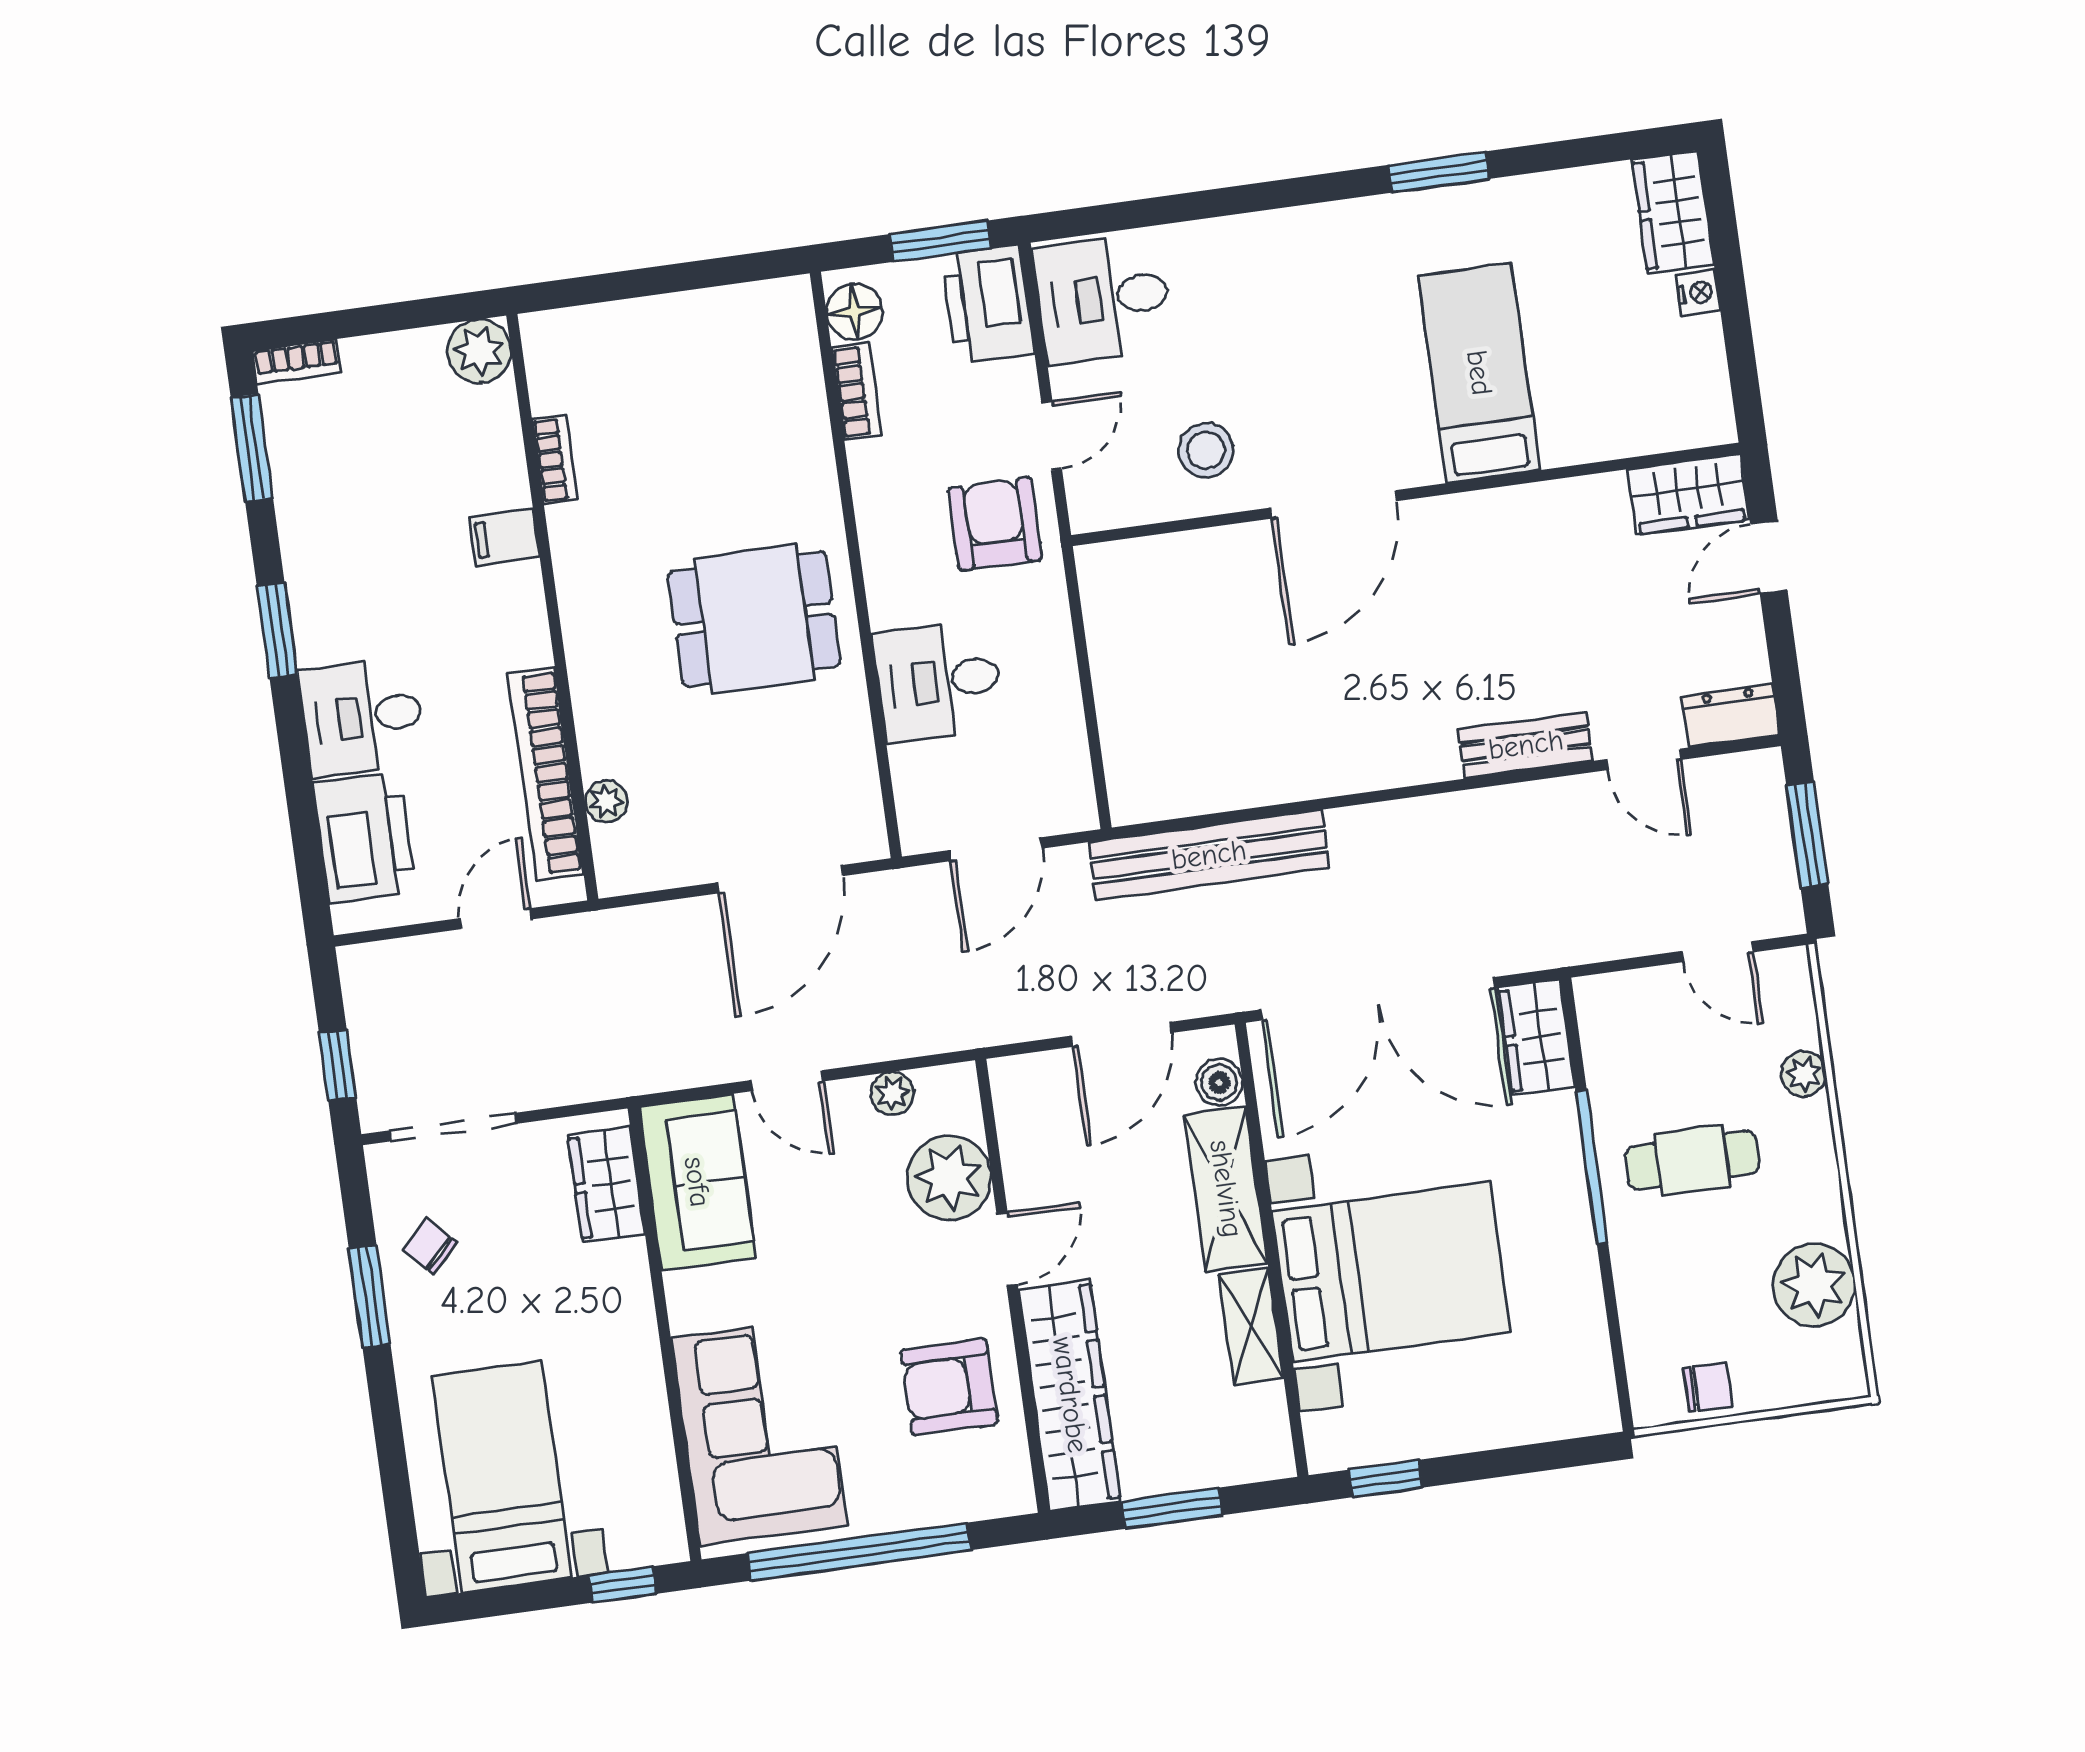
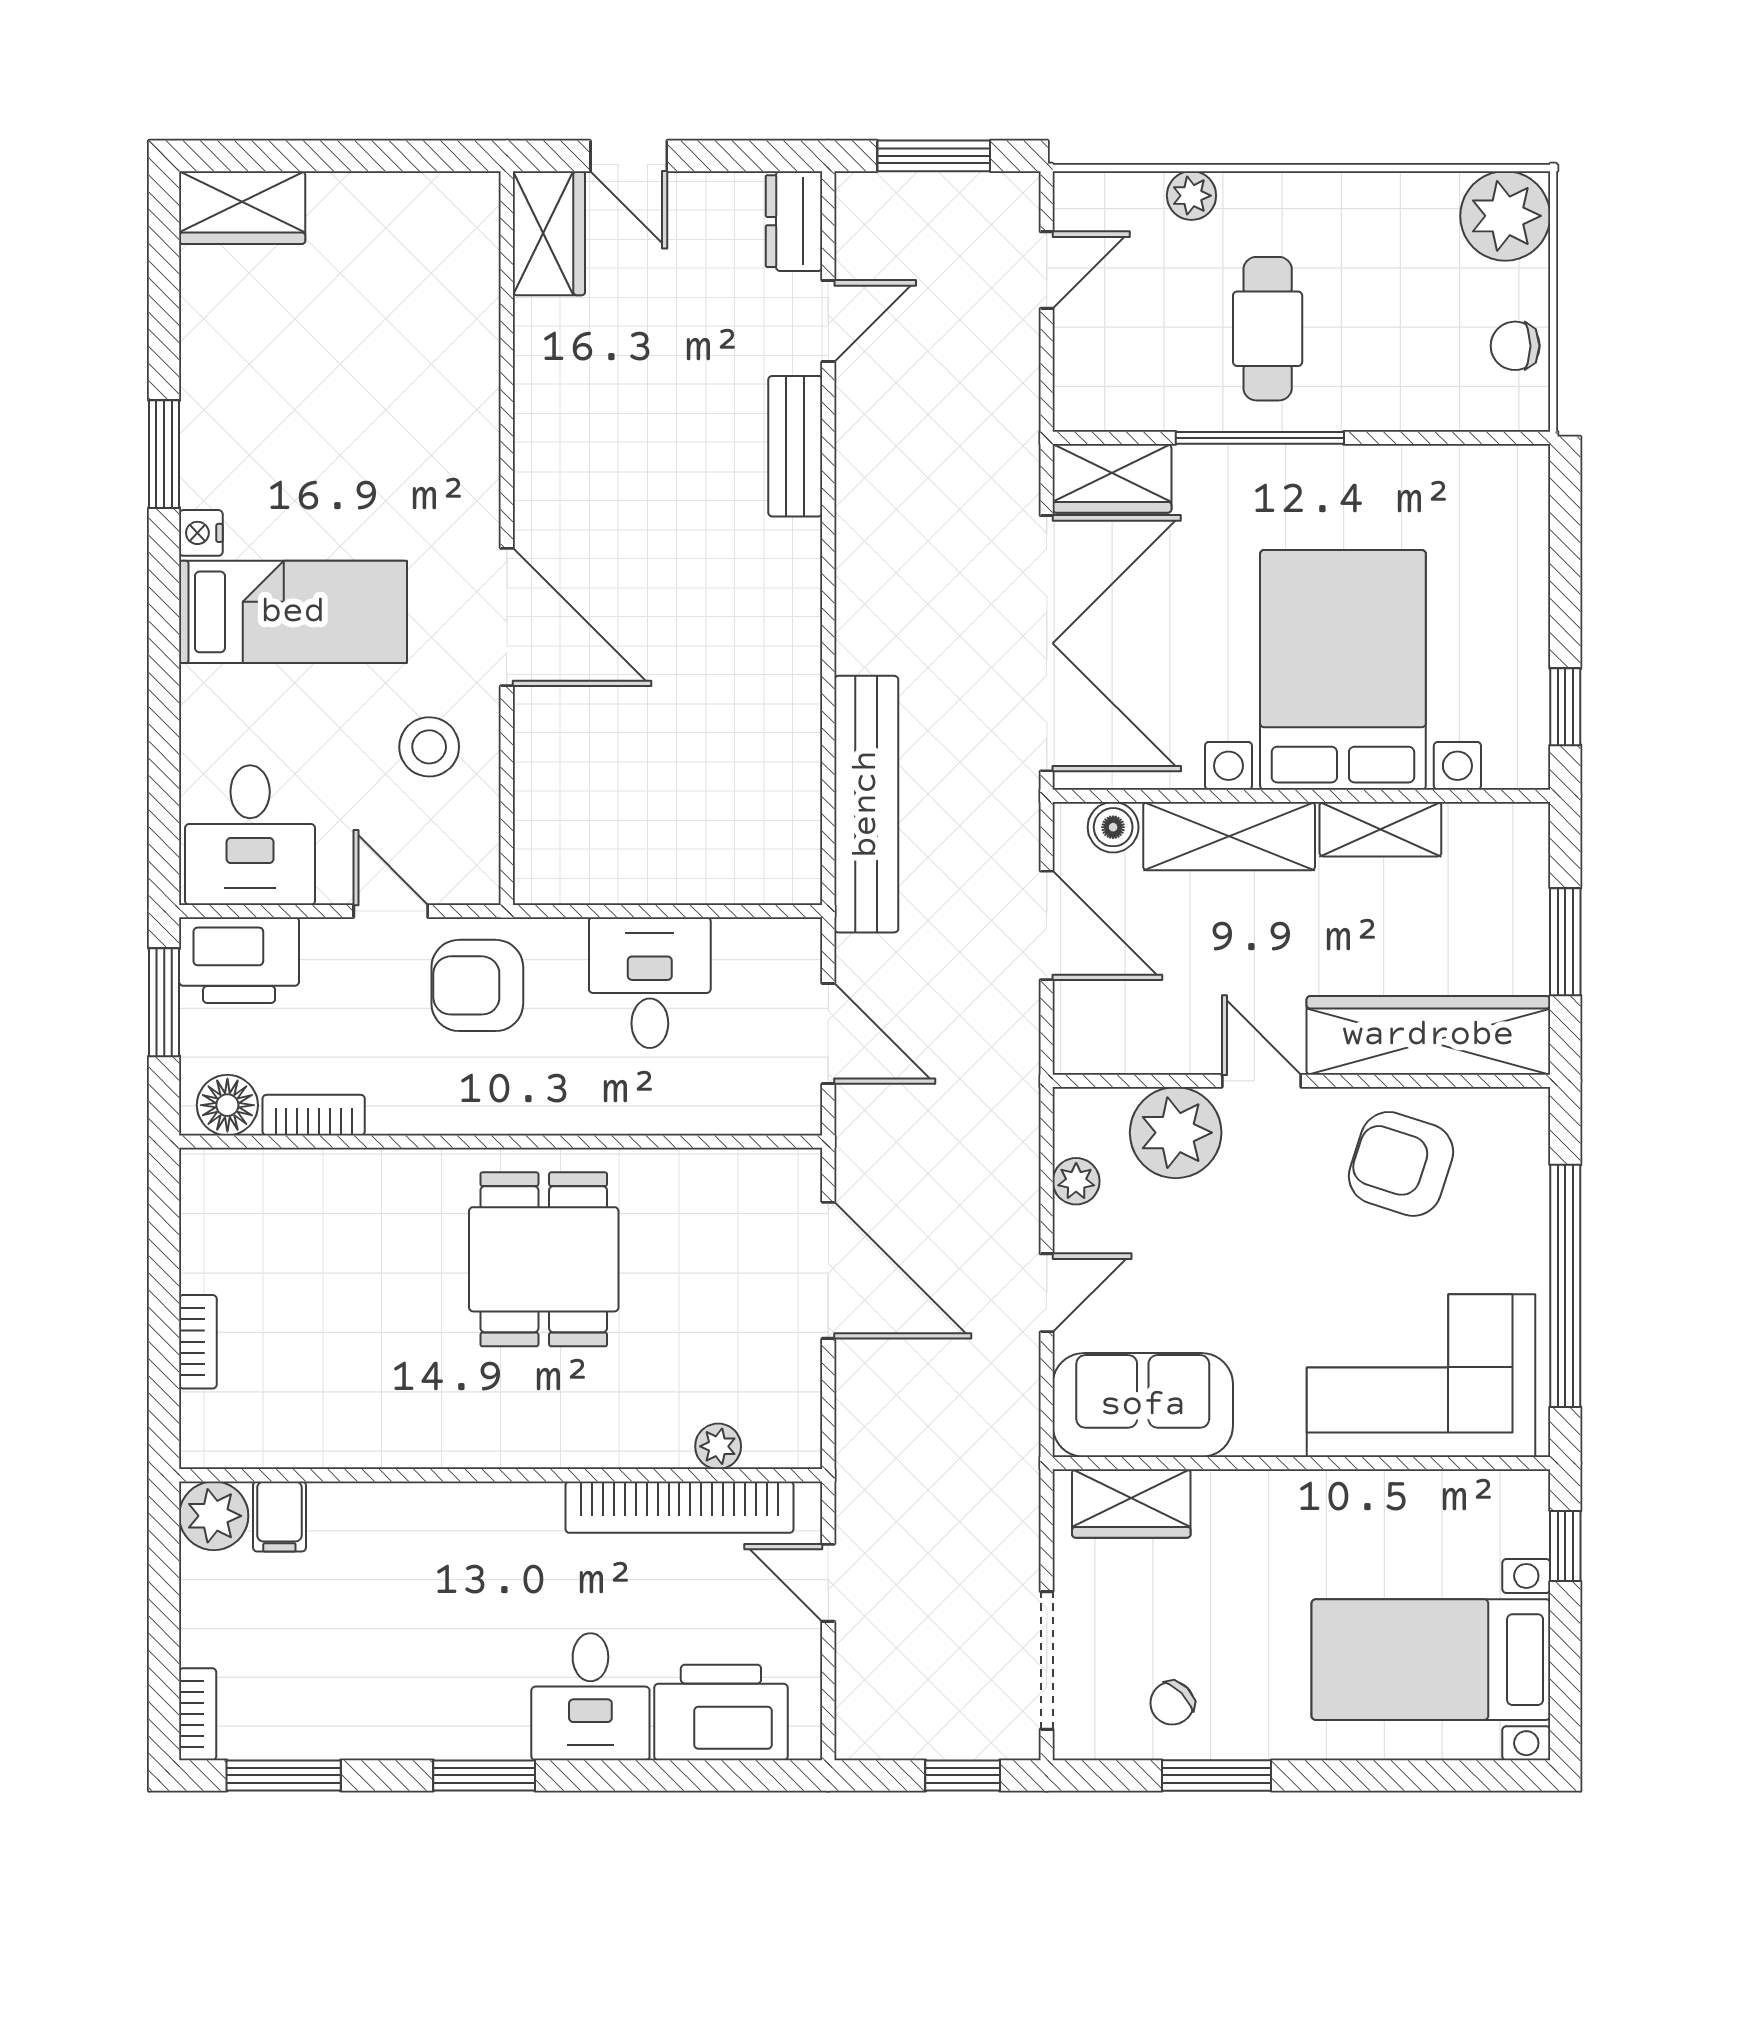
nightstand: (1698, 293) -> (201, 533), moved, turned -90
bed: (1479, 373) -> (293, 612), moved, turned 180
bookcase: (555, 459) -> (198, 1342), moved, turned 90
filing cabinet: (504, 537) -> (279, 1516), moved
desk: (938, 681) -> (650, 983), moved, turned 180
plant: (1814, 1285) -> (1505, 216), moved
armchair: (949, 1387) -> (1401, 1164), turned 108
chair: (1708, 1387) -> (1515, 346), turned -90

